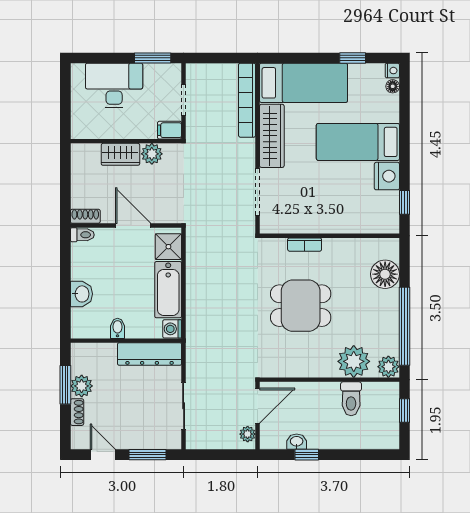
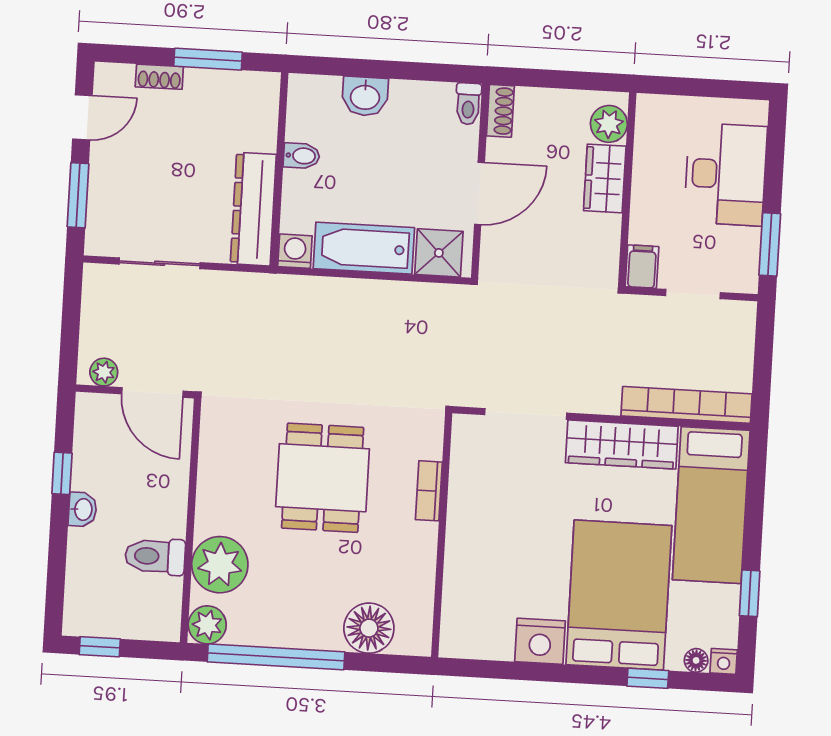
bed: (358, 142) -> (619, 595), width x1.50
plant: (152, 154) -> (609, 124), moved
window: (404, 202) -> (648, 678), moved
plant: (82, 386) -> (204, 87), removed
window: (404, 410) -> (100, 647), moved
washbasin: (297, 442) -> (83, 509), moved

